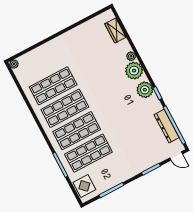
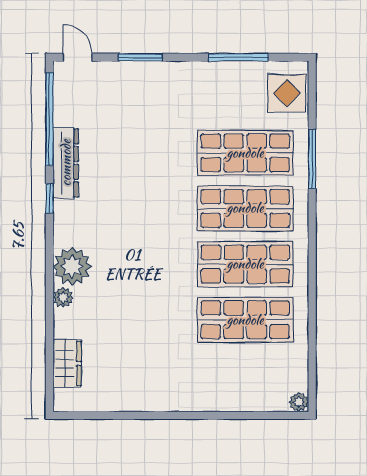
plant: (145, 90) -> (71, 218), removed
dresser: (167, 126) -> (66, 163), moved

